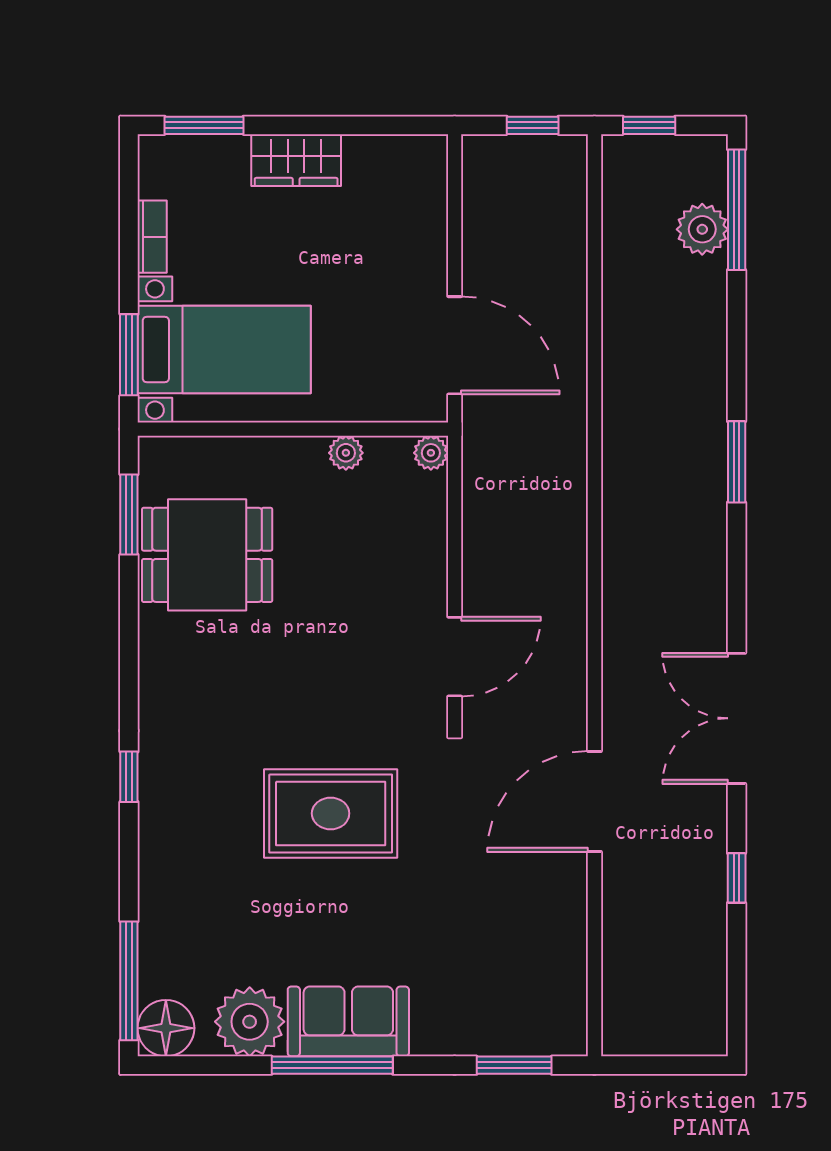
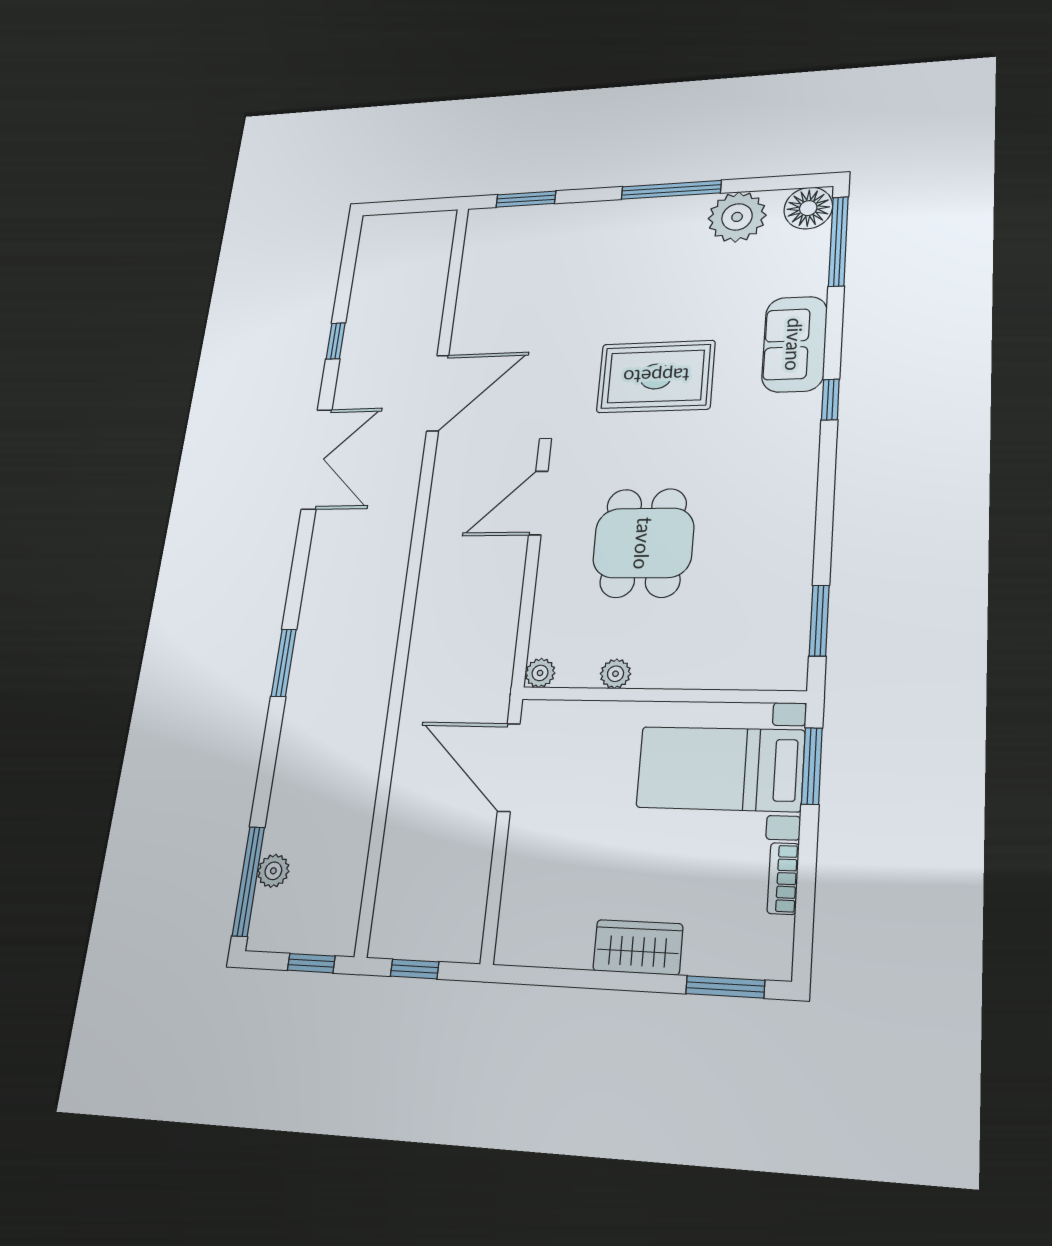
plant: (702, 229) -> (273, 871), width x0.73, depth x0.73
dining table: (207, 555) -> (643, 543), moved, turned 90
sofa: (348, 1021) -> (794, 344), moved, turned 90

